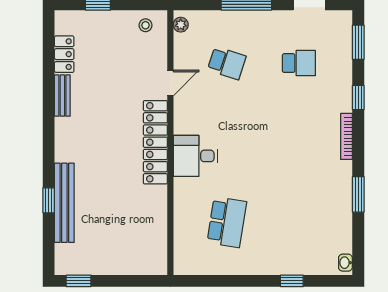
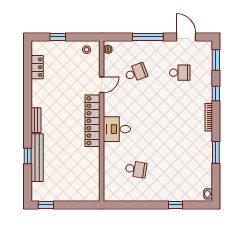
school desk: (227, 63) -> (136, 73), turned -39
bench: (62, 96) -> (36, 120), moved
school desk: (227, 222) -> (136, 169), width x0.54

